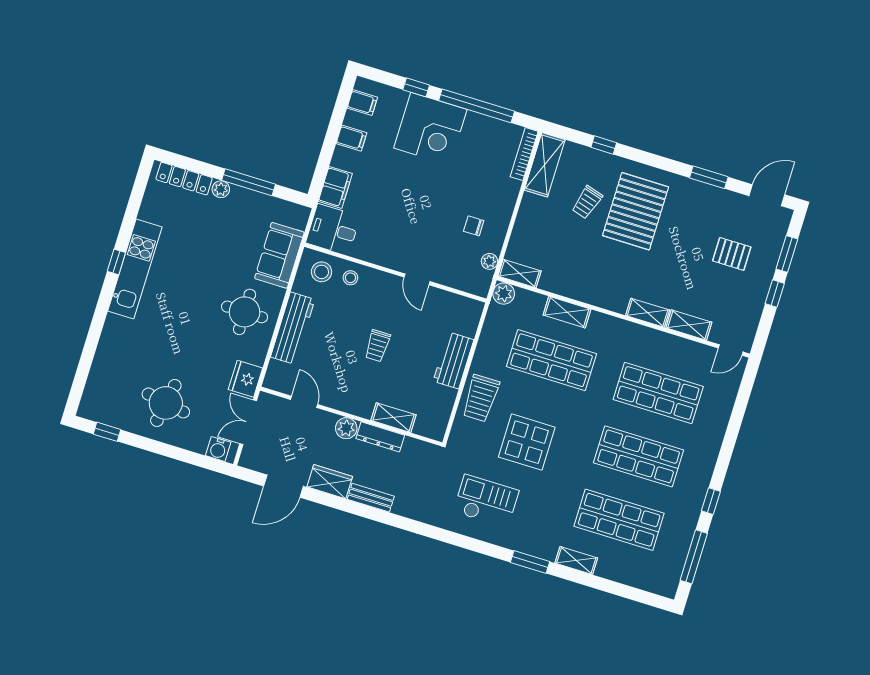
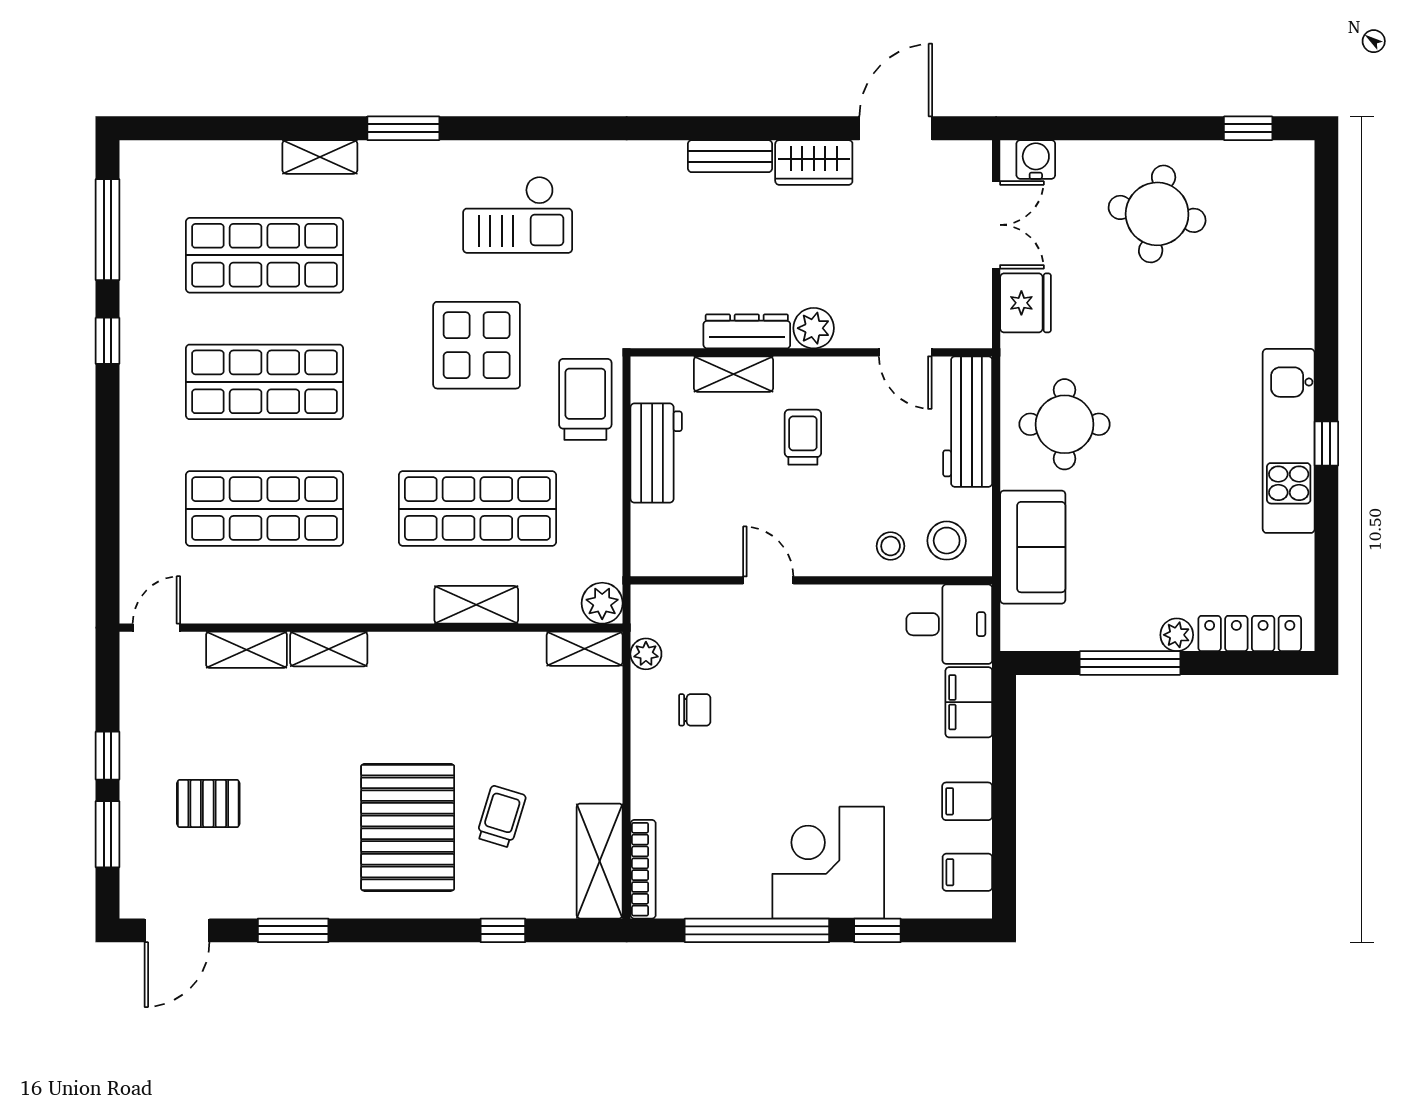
door: (304, 402) -> (905, 352), moved
wall: (351, 416) -> (811, 352), moved
shelving: (393, 418) -> (733, 374), moved
plant: (346, 428) -> (814, 328), moved
dresser: (380, 437) -> (747, 331), moved

